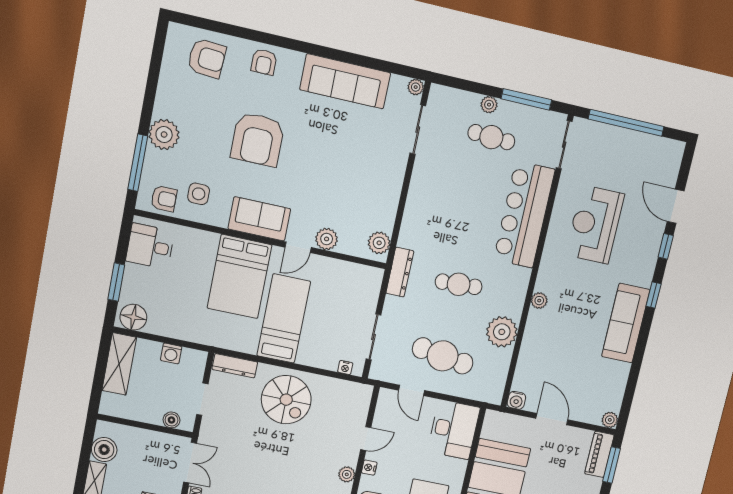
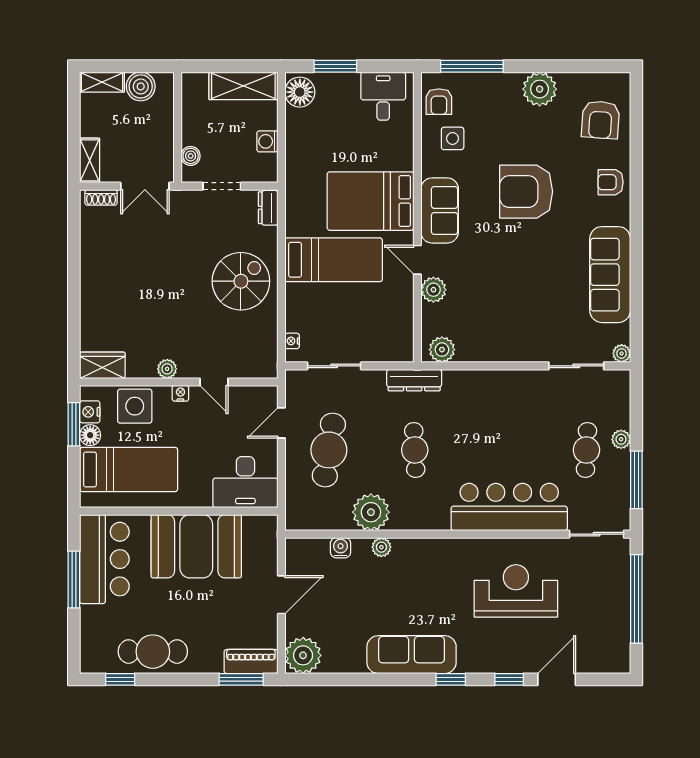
plant: (164, 135) -> (540, 89), moved
plant: (539, 301) -> (381, 547), moved
dresser: (235, 366) -> (268, 208), width x0.70
spiral stairs: (286, 400) -> (241, 281), turned 180
water cooler: (516, 400) -> (341, 548), moved, turned 90
plant: (610, 420) -> (303, 655), width x1.87, depth x1.87

